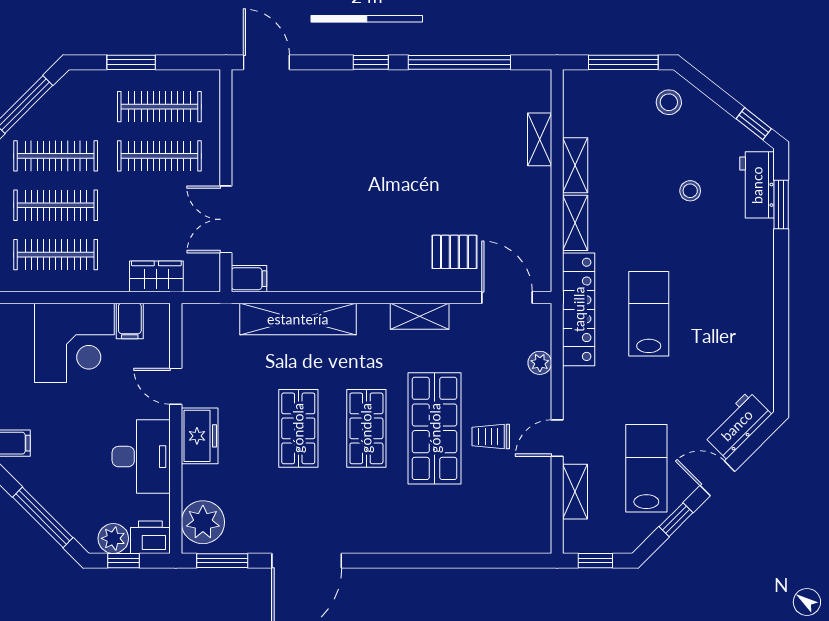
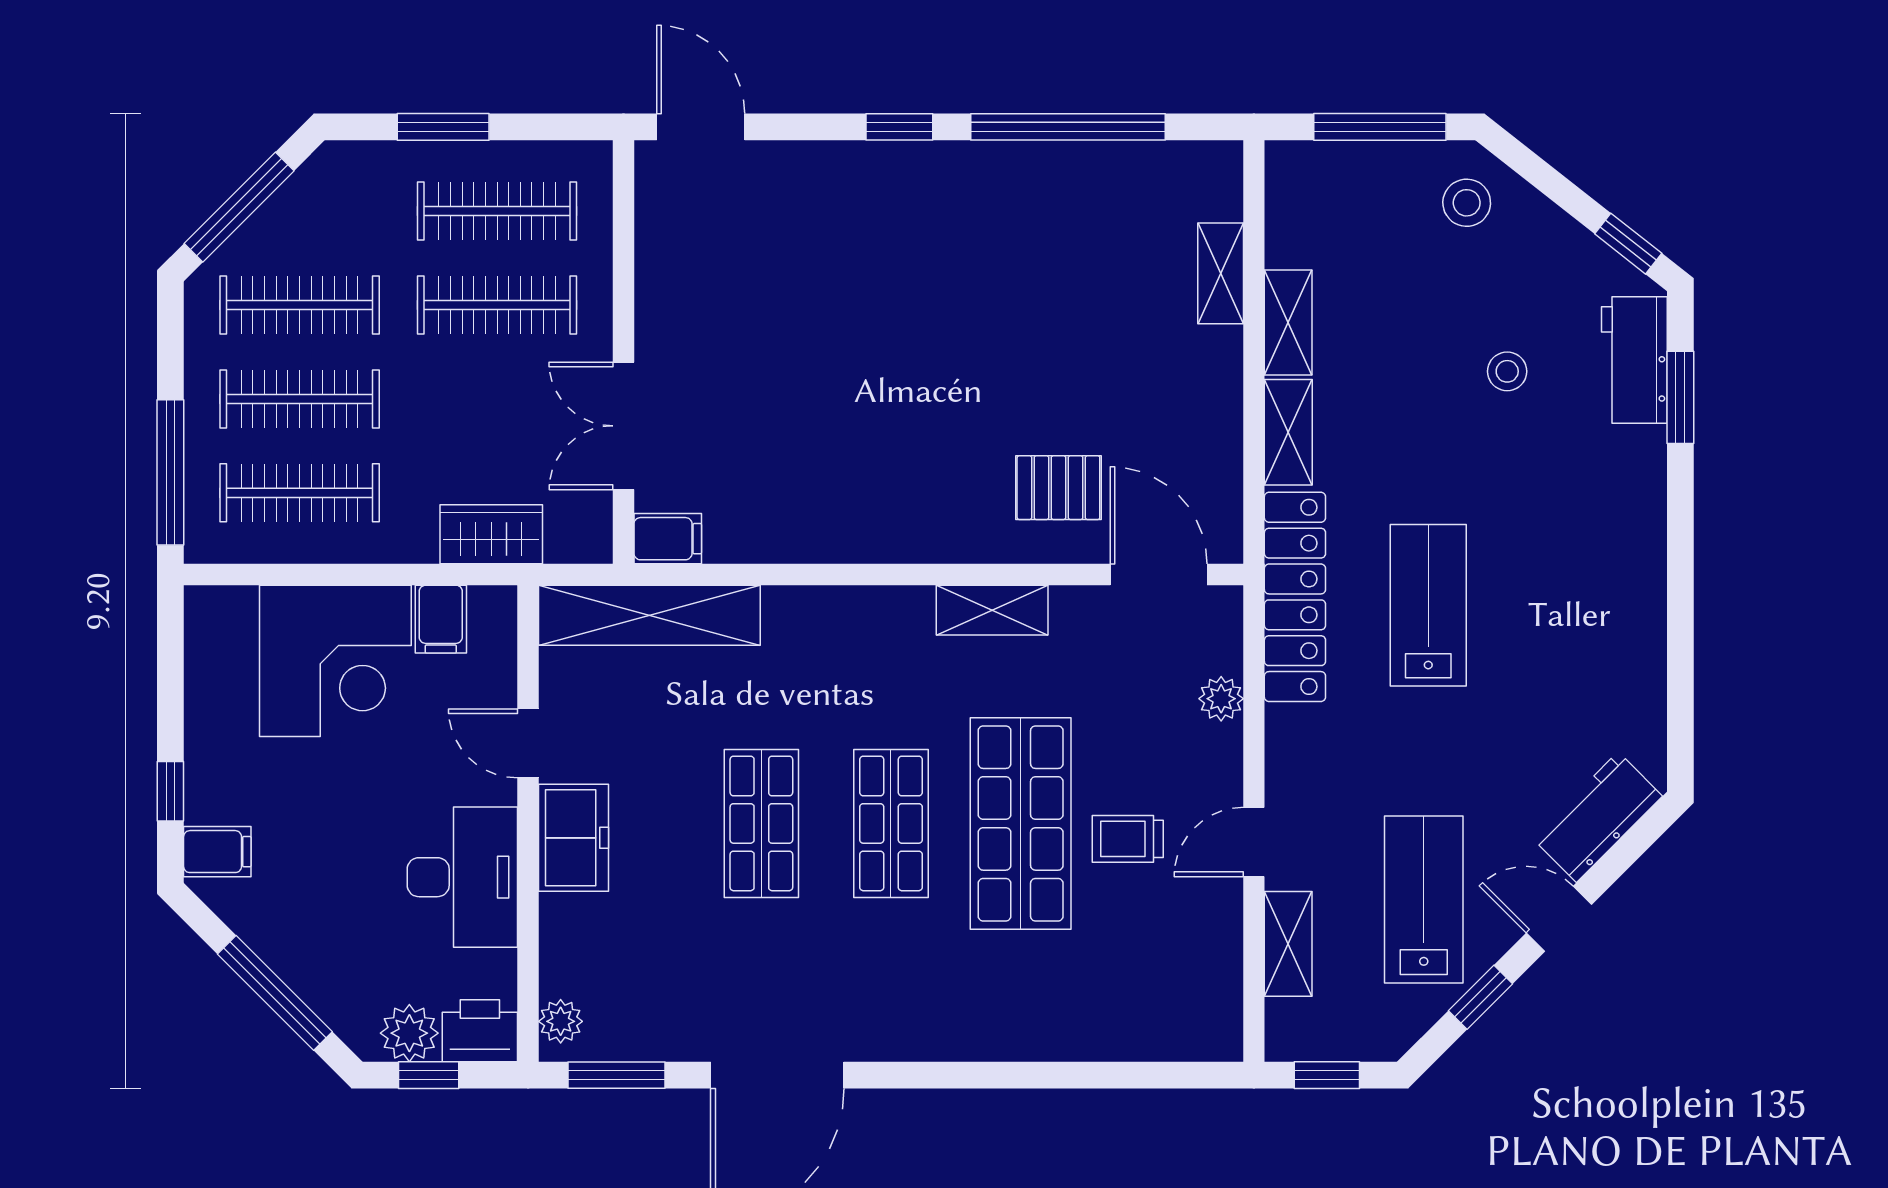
shelving: (298, 319) -> (649, 615), moved
plant: (203, 522) -> (561, 1021), width x0.53, depth x0.53

